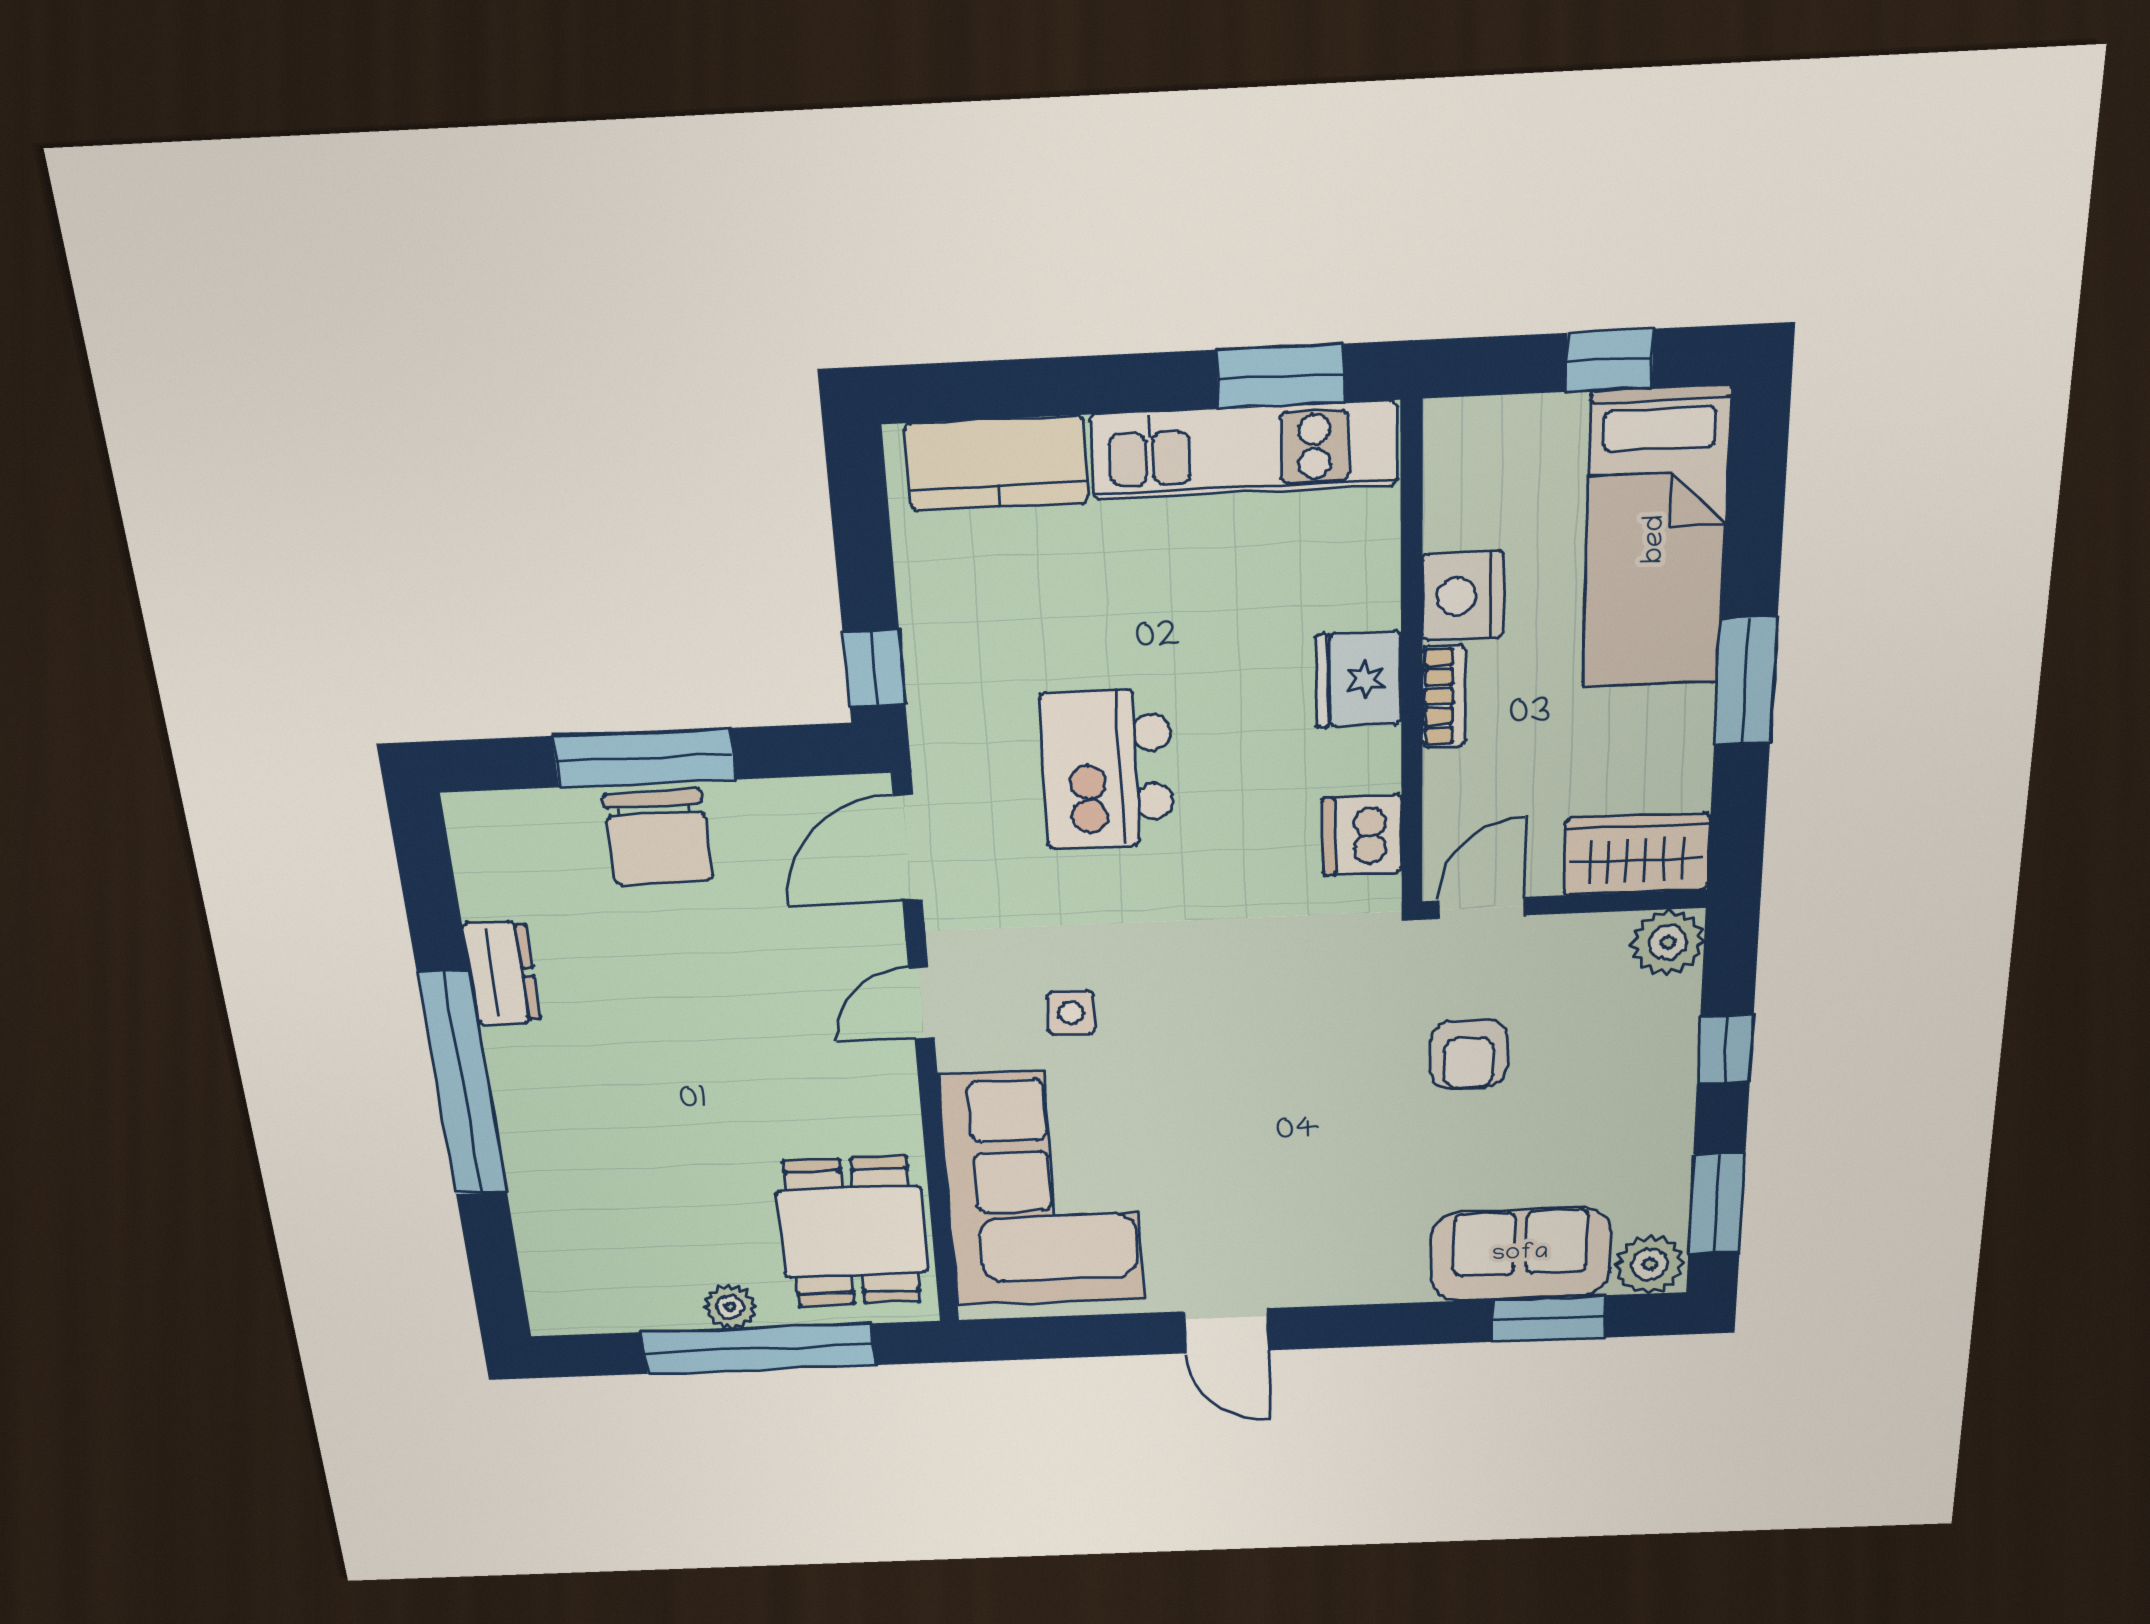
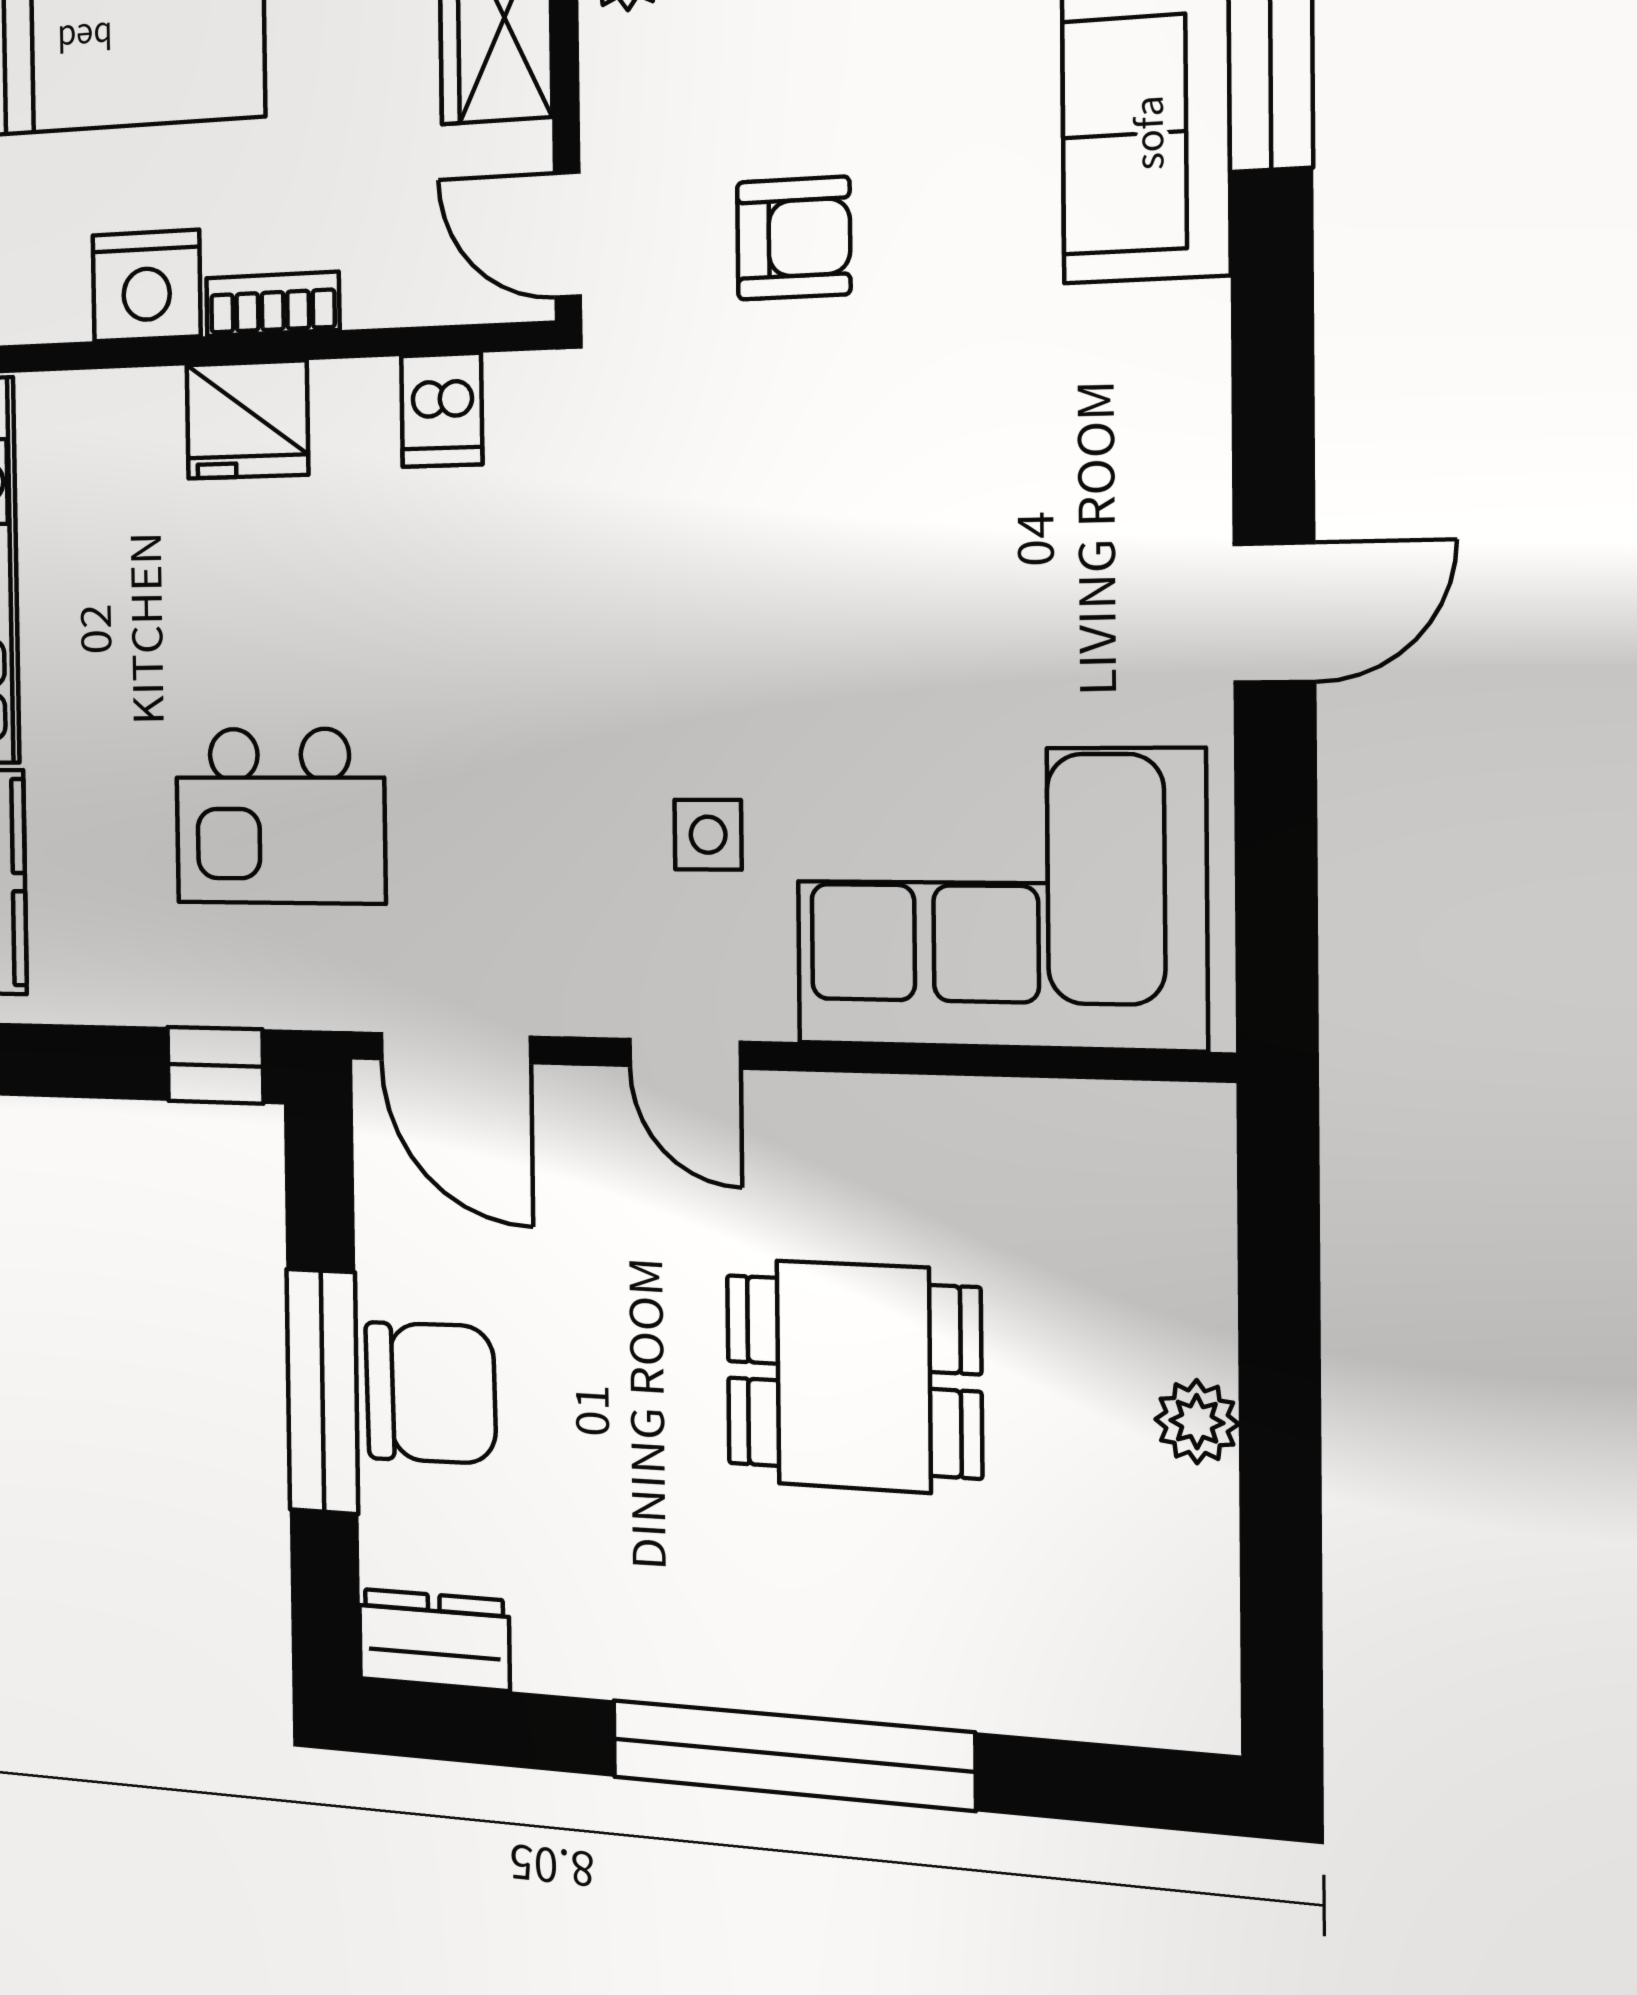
kitchen island: (1108, 769) -> (280, 816), moved
dishwasher: (1362, 835) -> (442, 410), width x0.73
dresser: (502, 973) -> (434, 1640), moved
dining table: (852, 1232) -> (853, 1376), moved
window: (758, 1349) -> (1280, 1389), removed

